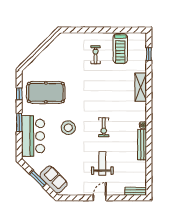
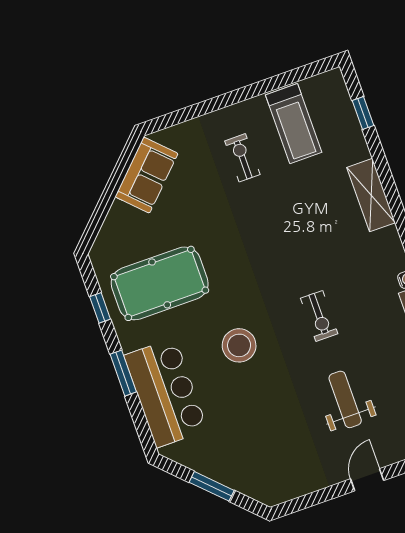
sofa: (54, 180) -> (146, 175), moved, turned 90

